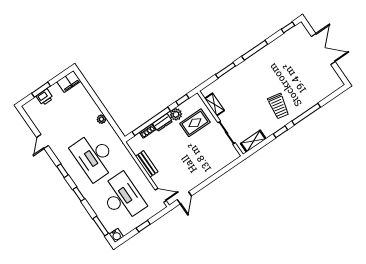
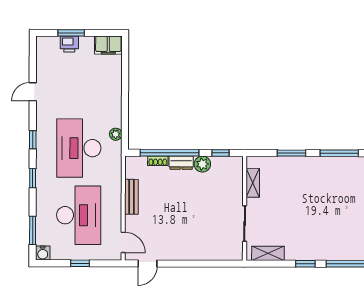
trolley: (278, 106) -> (323, 234), removed
plant: (102, 119) -> (116, 134), moved
rug: (195, 123) -> (217, 188), removed

